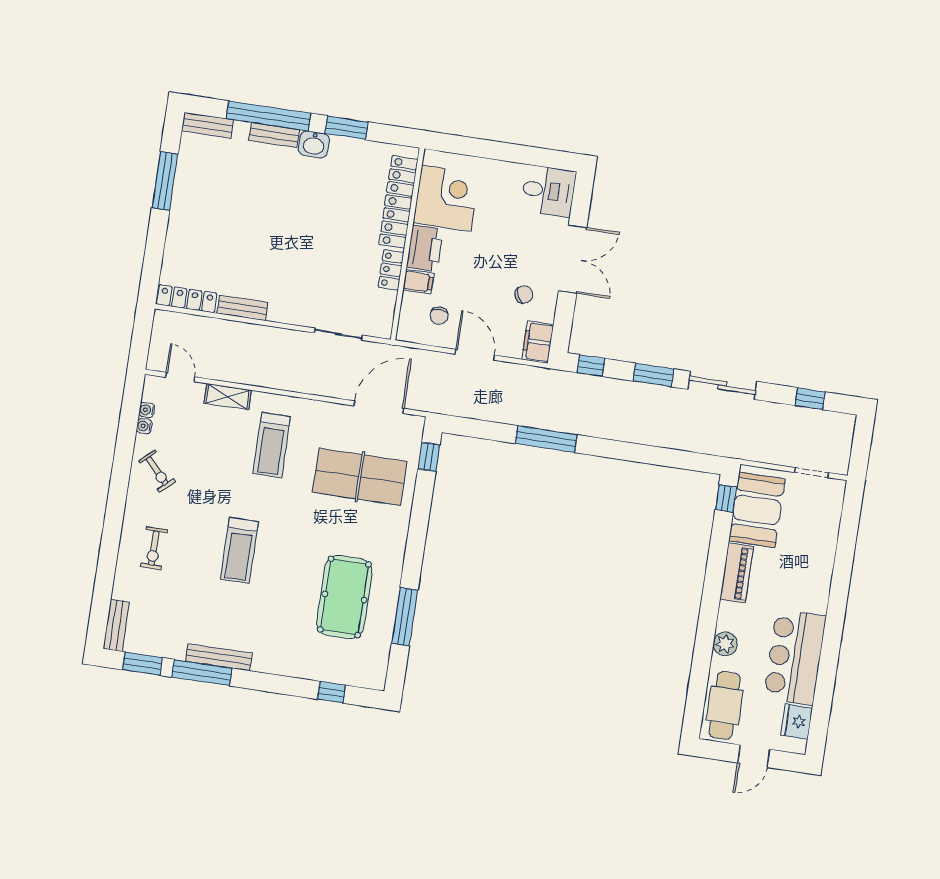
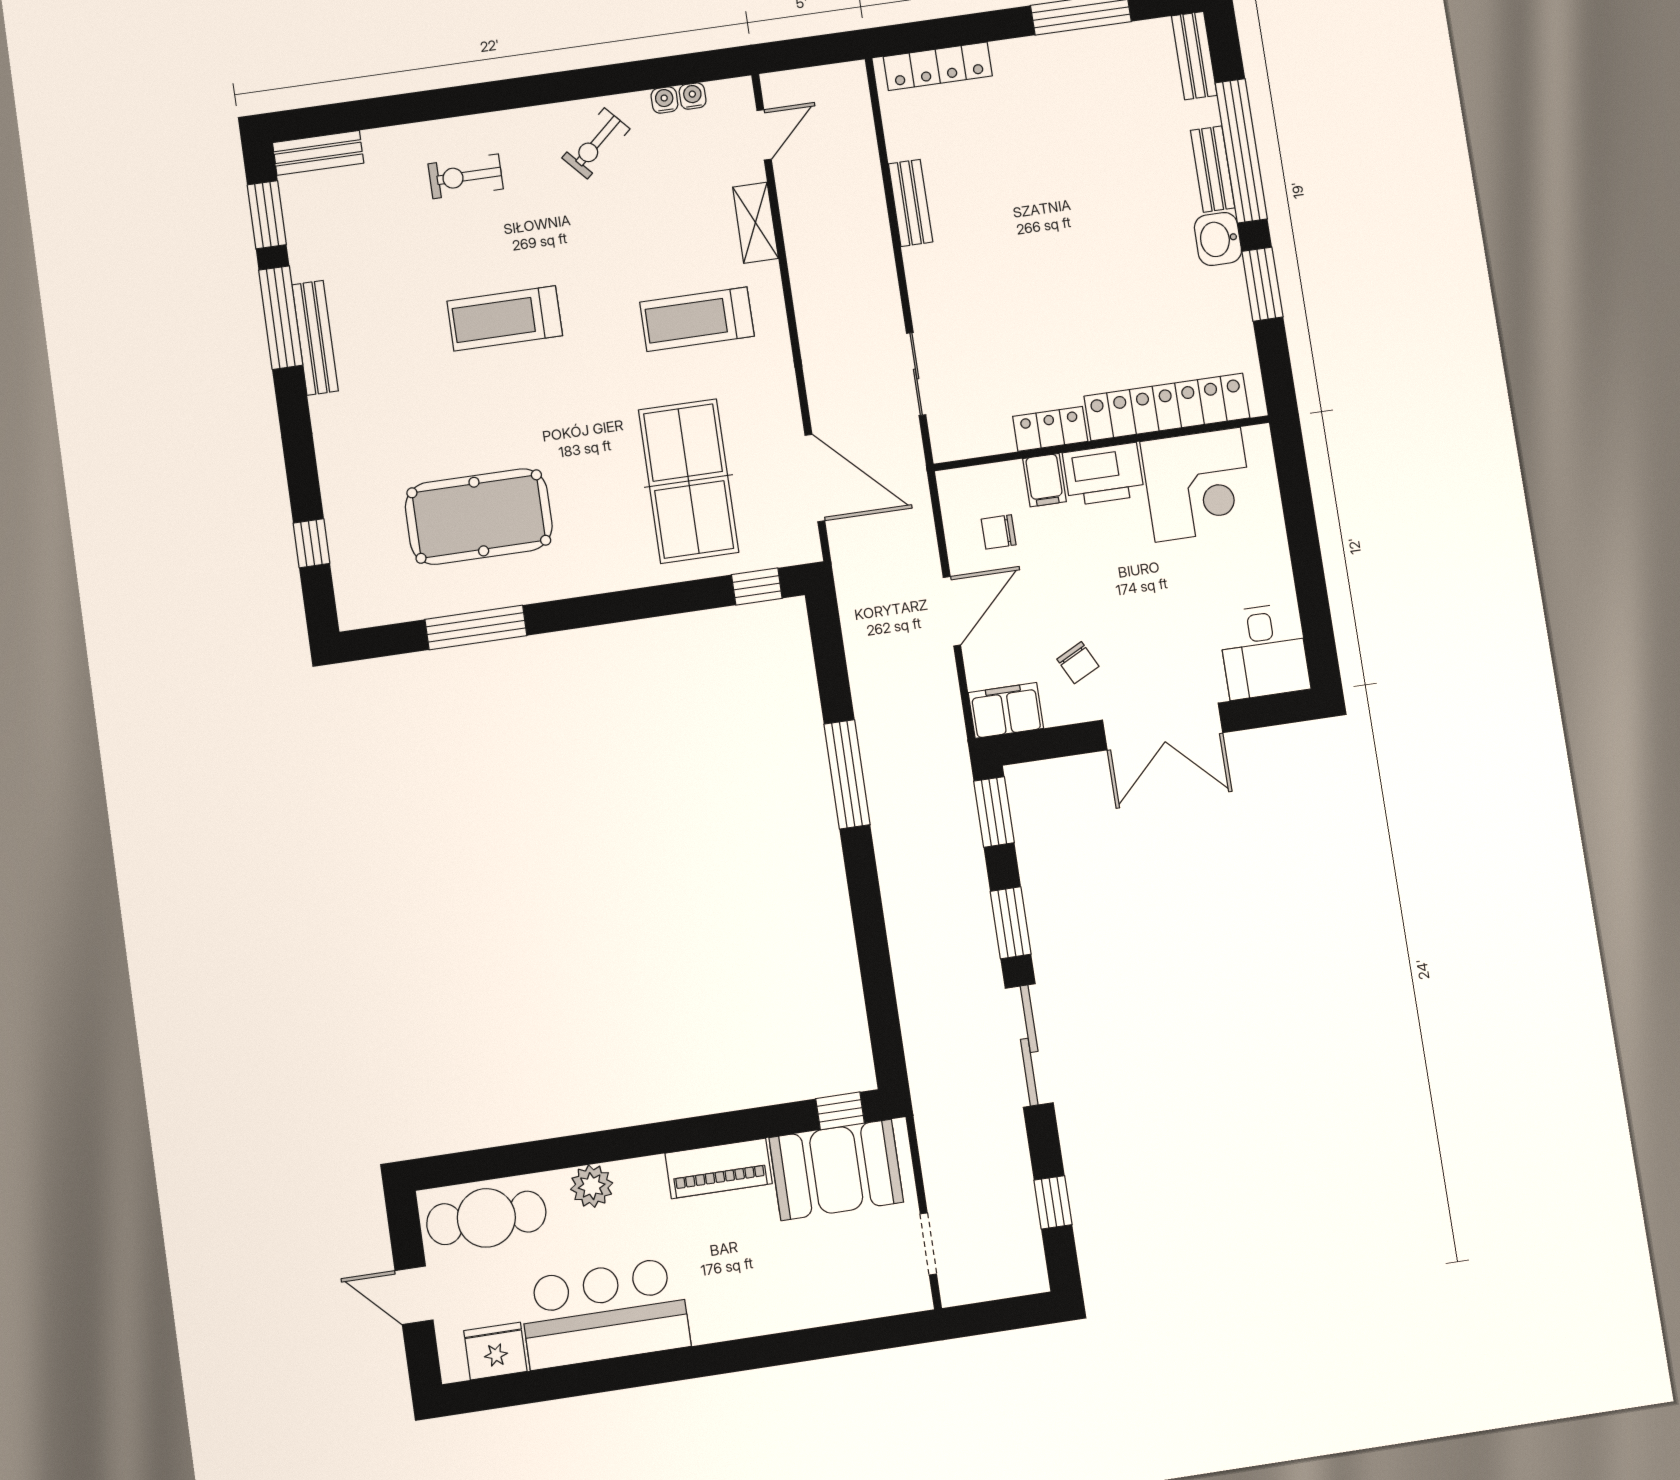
locker: (187, 299) -> (938, 66), moved, turned 90
window: (591, 366) -> (994, 812), width x1.50

